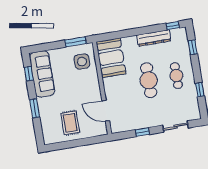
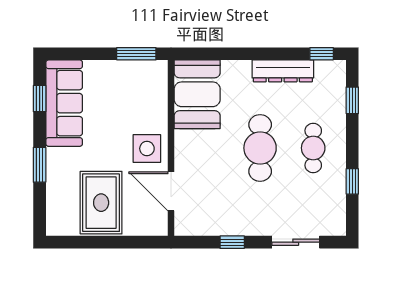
side table: (82, 62) -> (147, 149), moved
rug: (70, 123) -> (101, 203), width x1.36, depth x1.43

